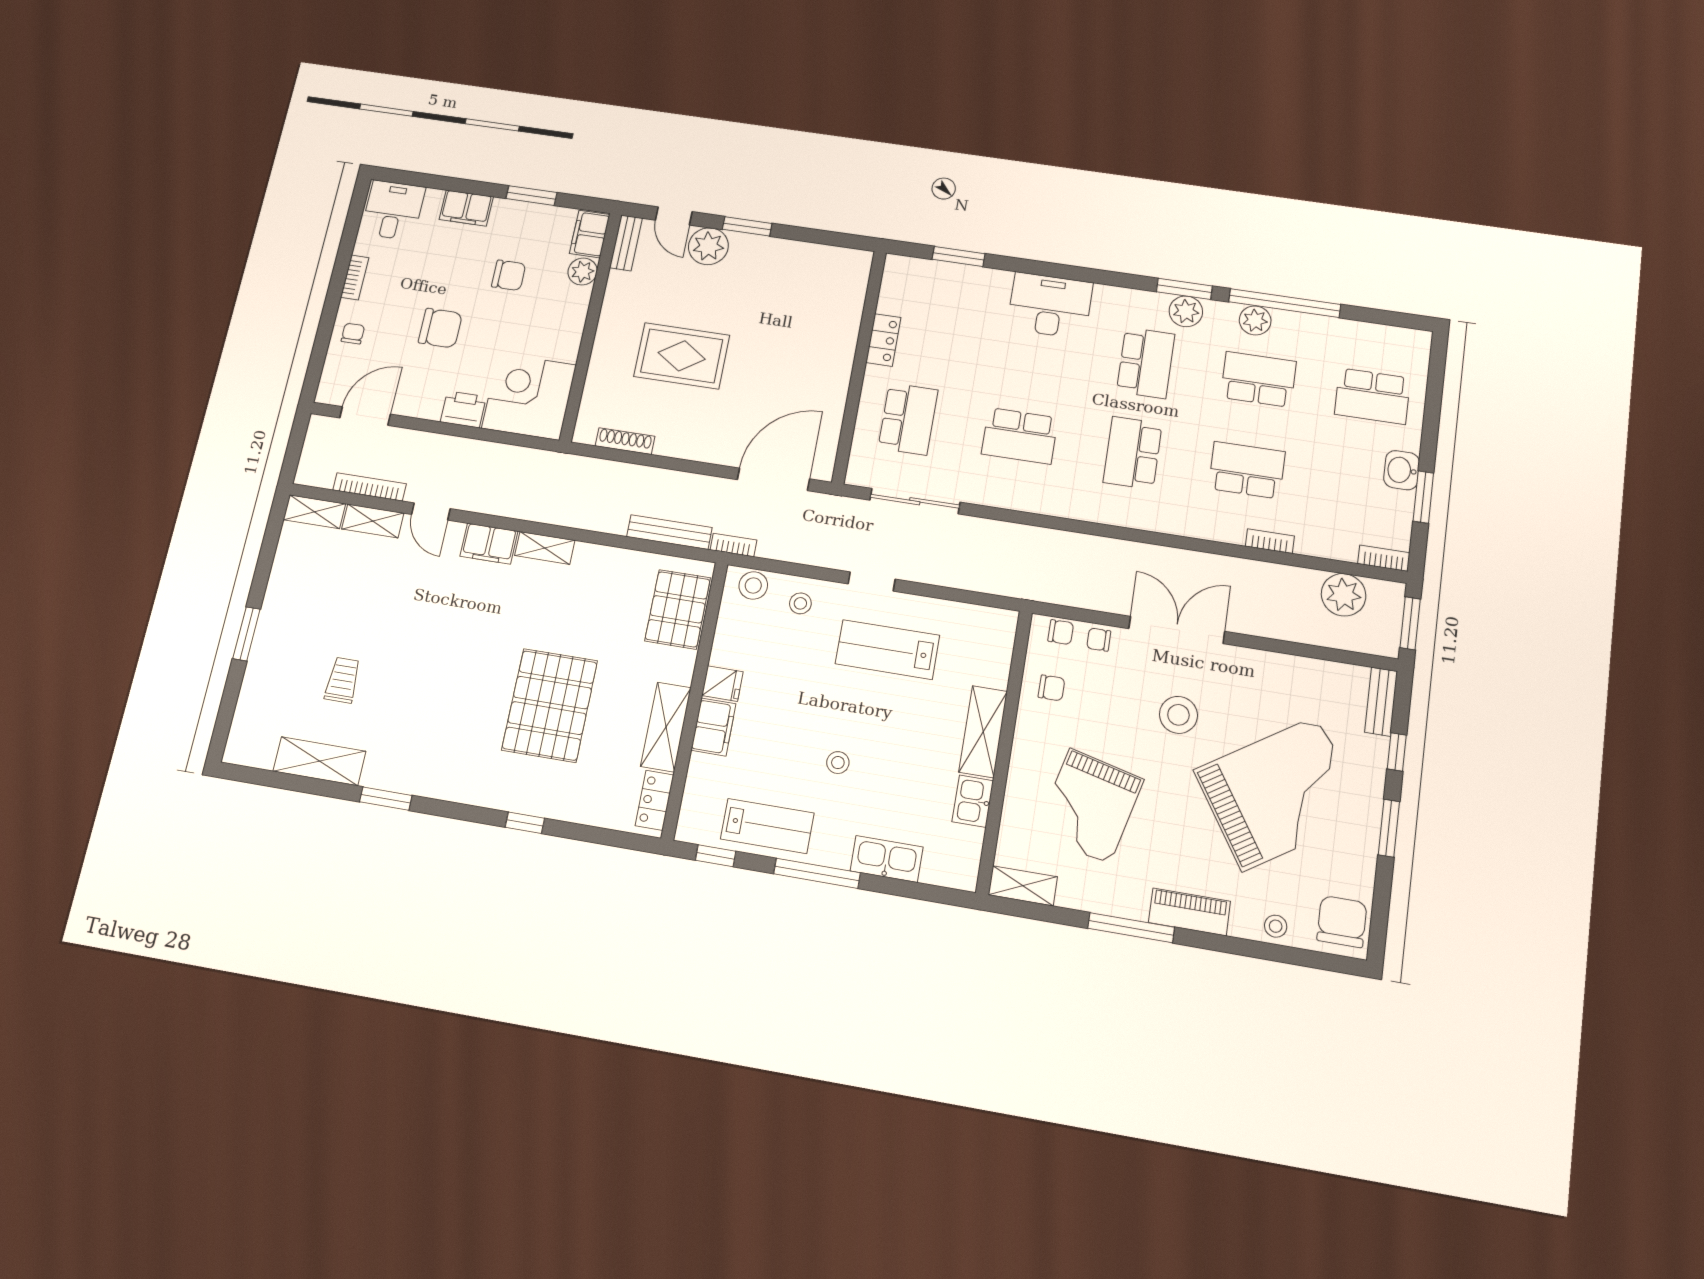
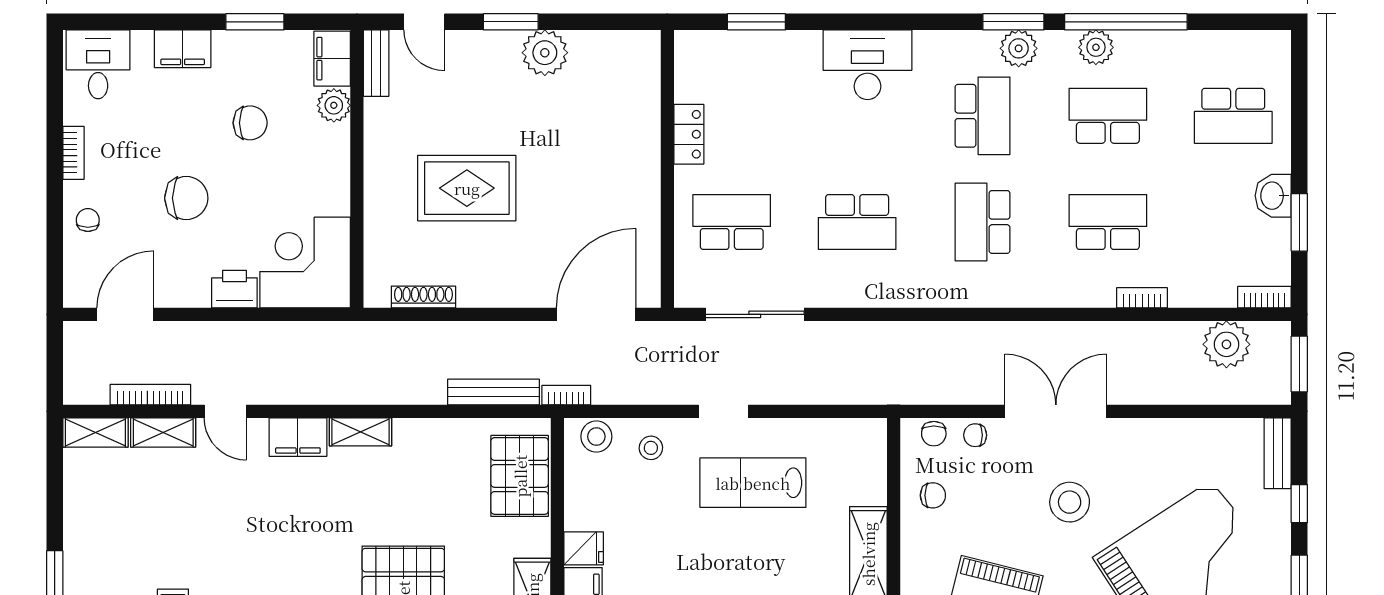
plant: (708, 246) -> (545, 53), moved
school desk: (908, 419) -> (732, 222), turned -90
chair: (1061, 632) -> (934, 434), turned 90

